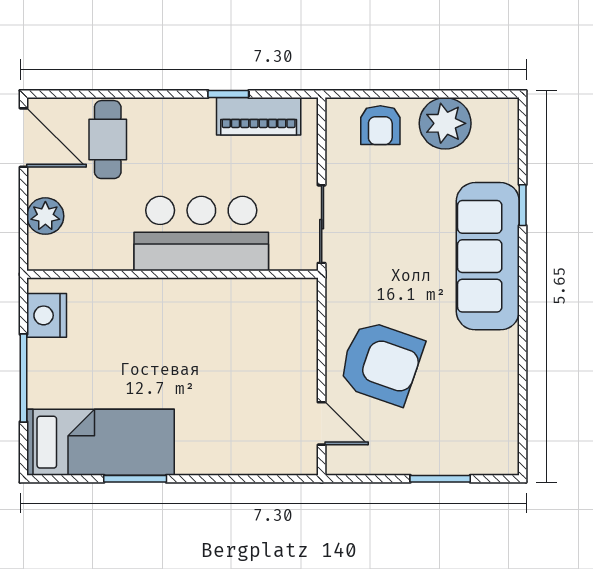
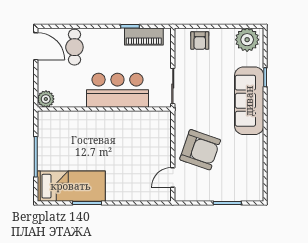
plant: (445, 123) -> (247, 40), moved
plant: (45, 216) -> (46, 99), moved
nightstand: (47, 315) -> (46, 128), removed
door: (322, 423) -> (173, 178), swing flipped

